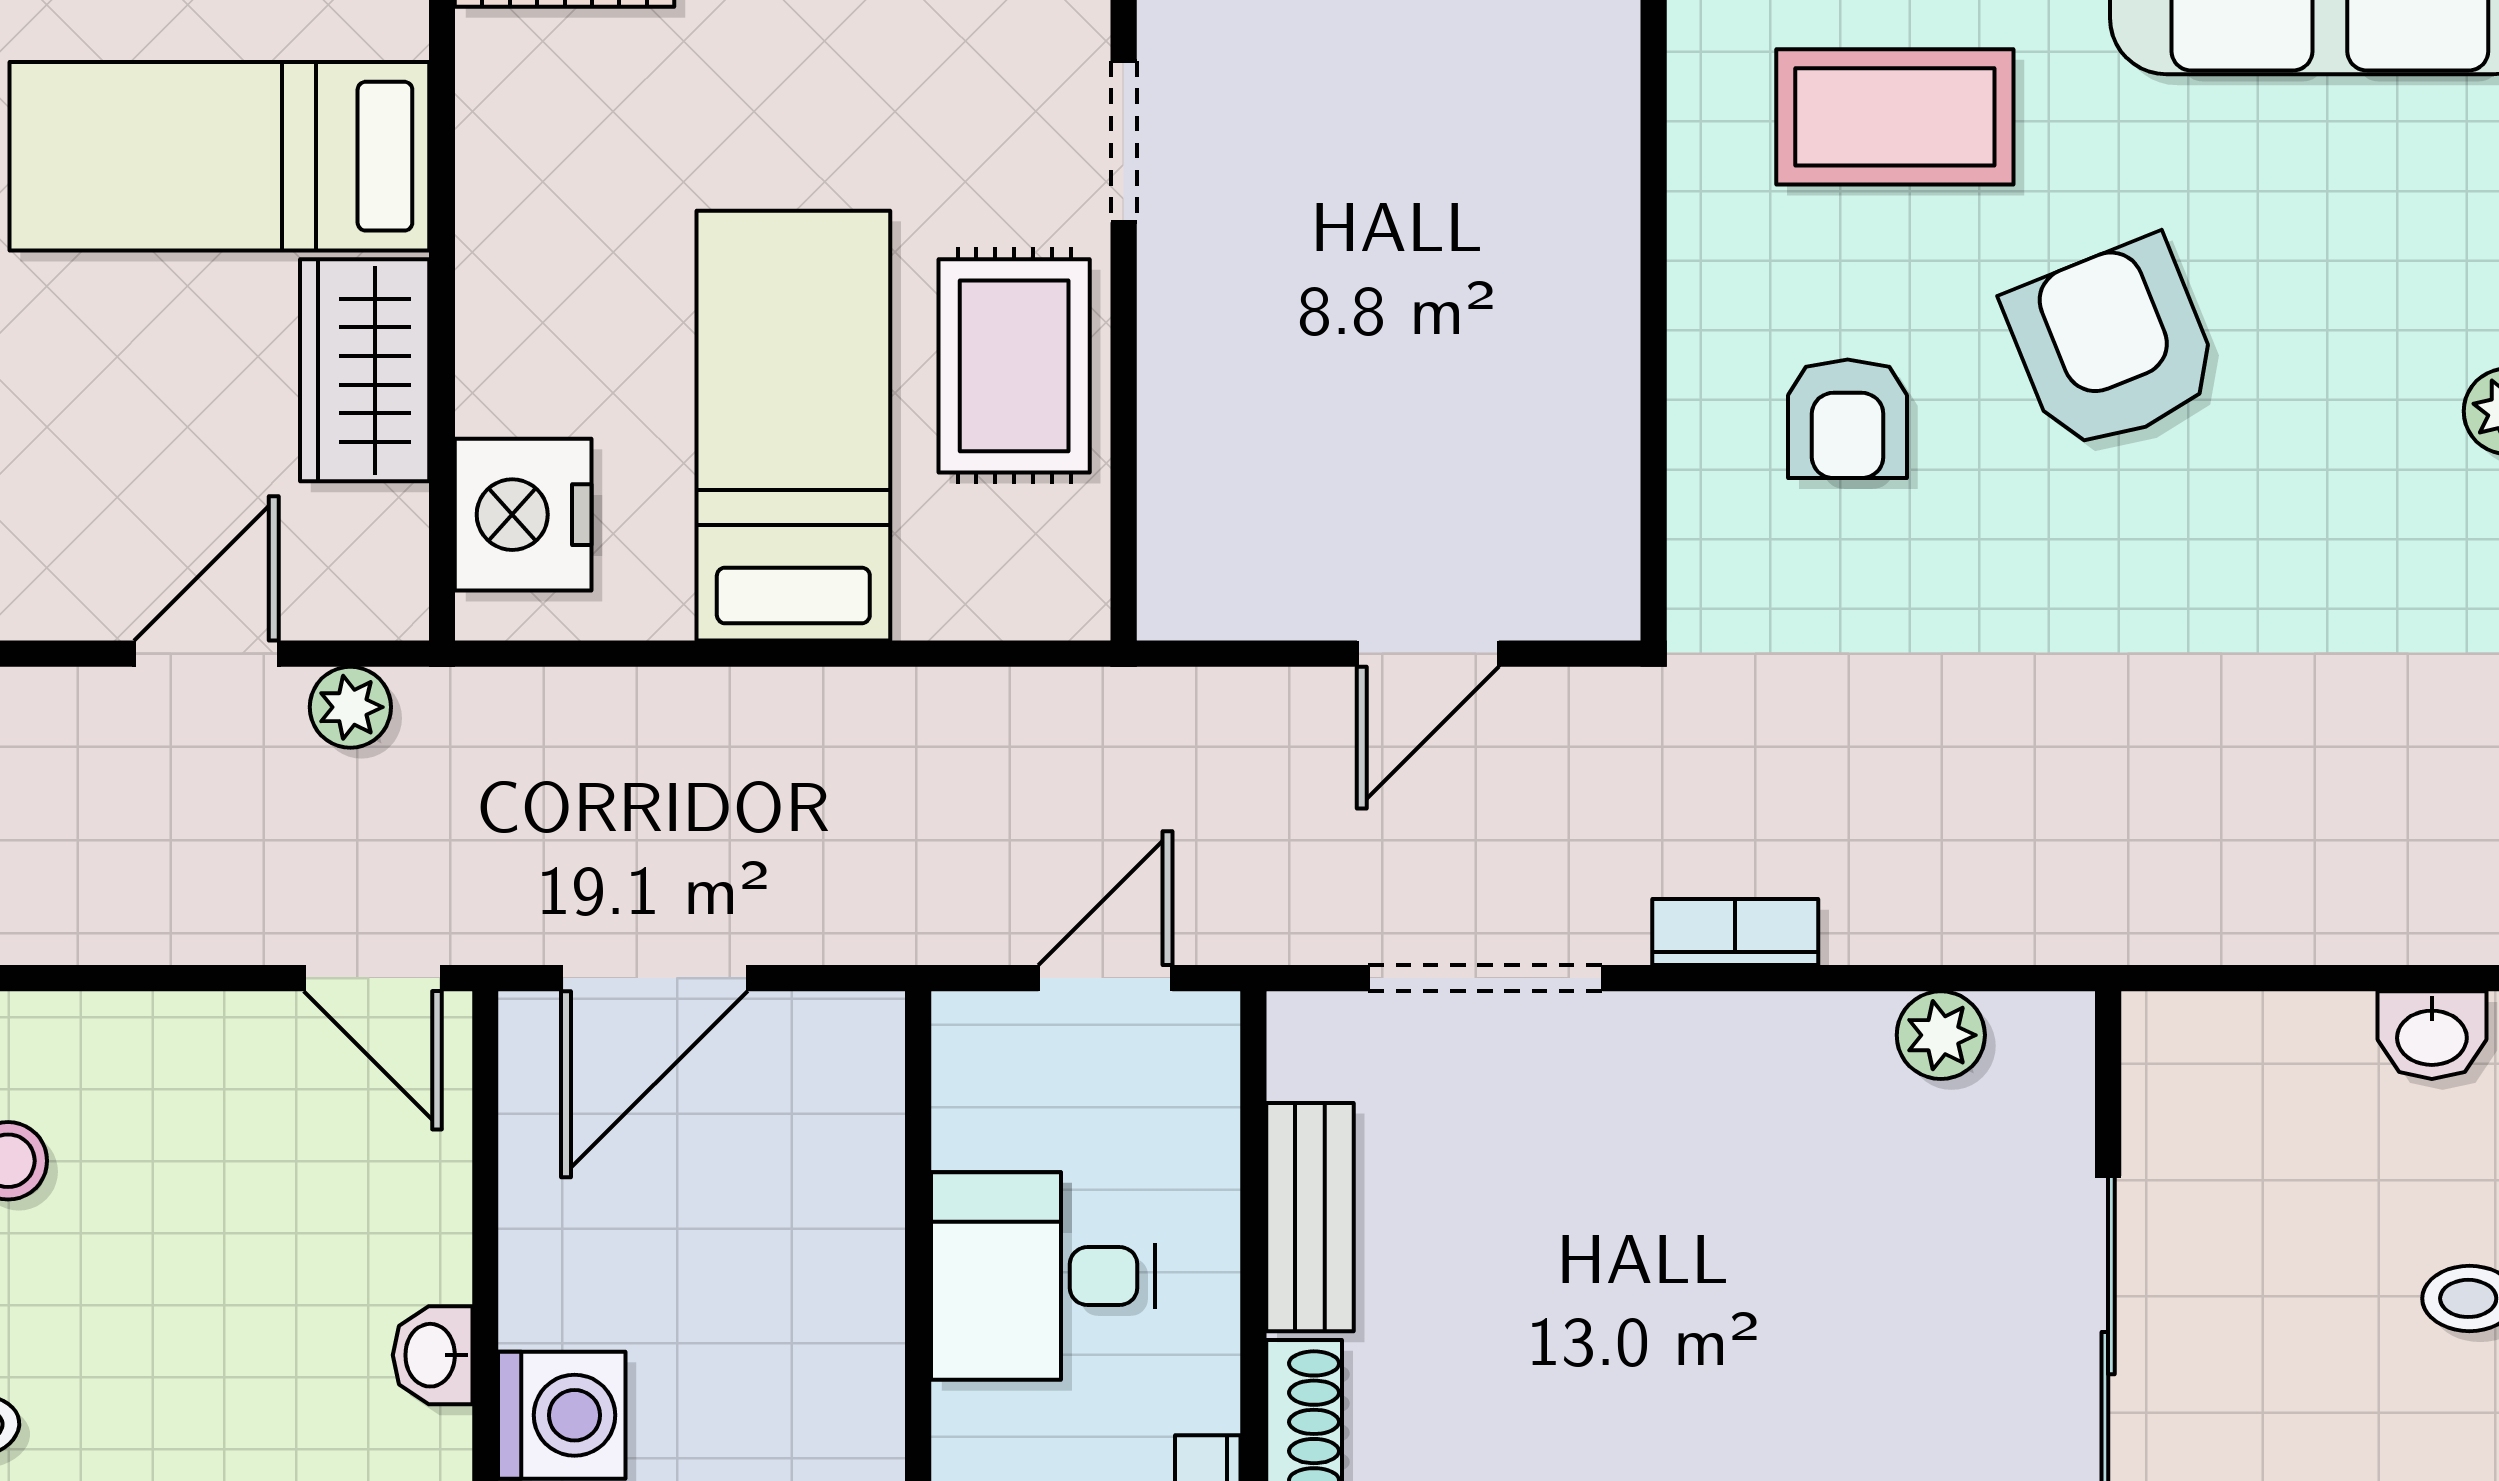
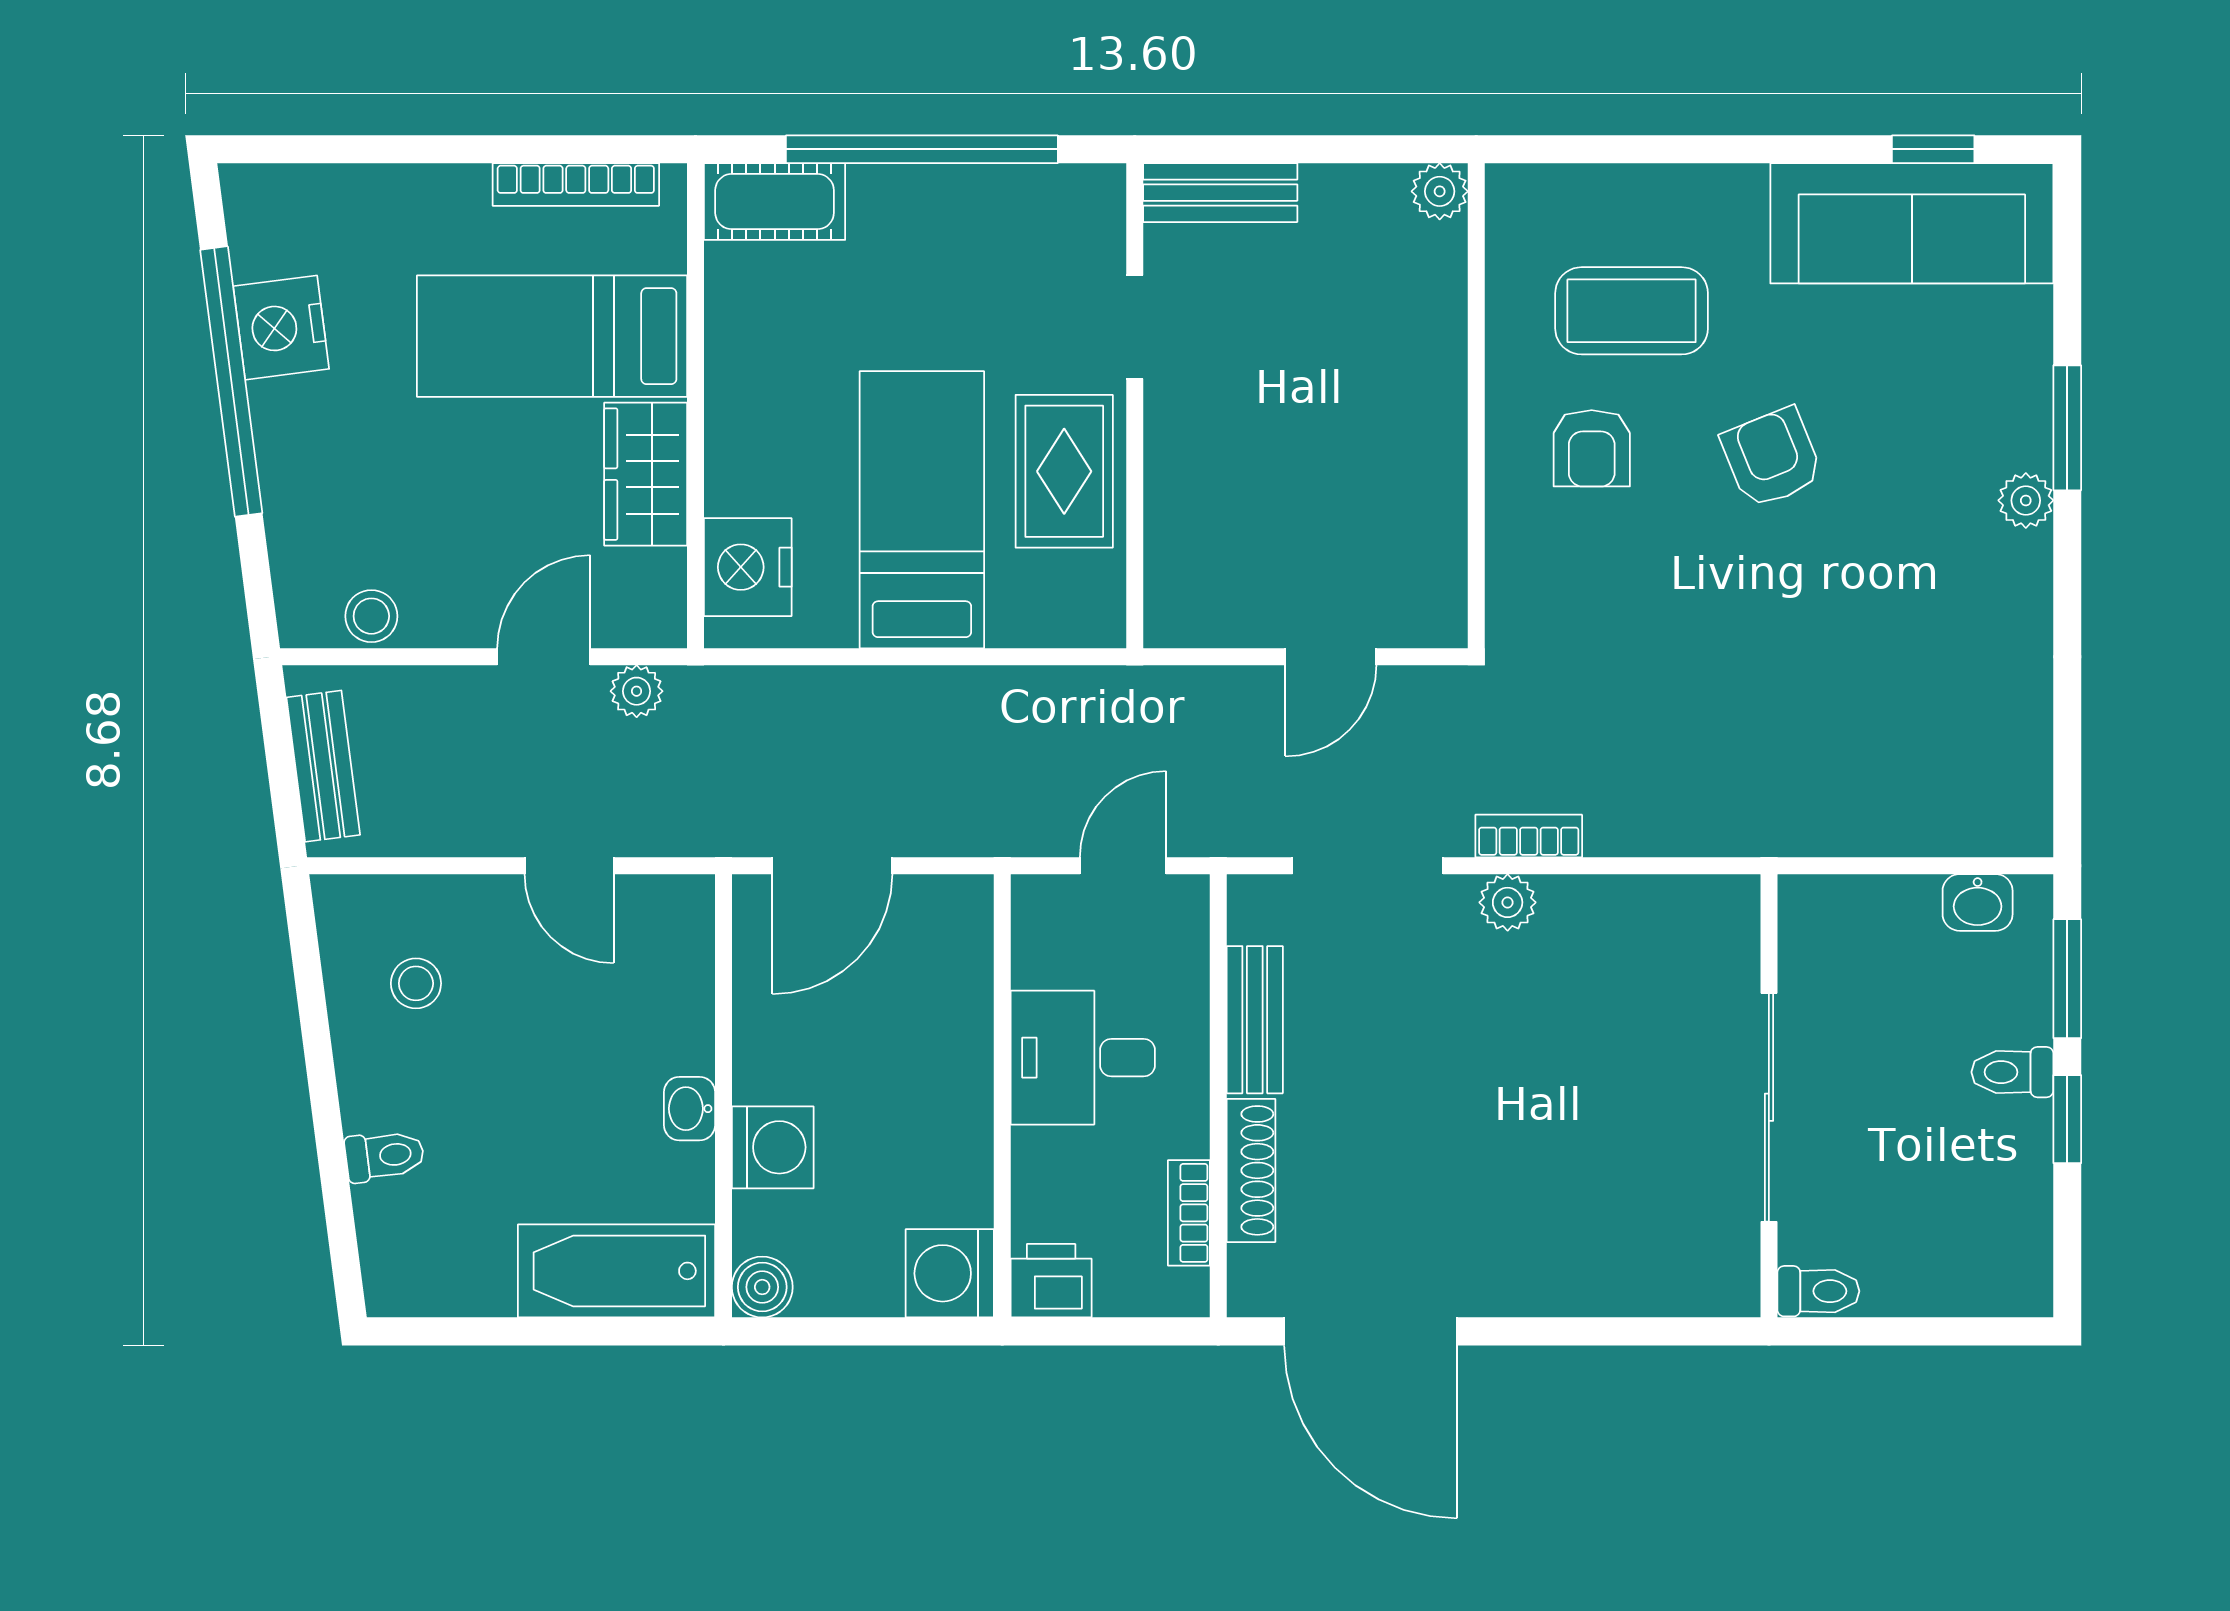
armchair: (2113, 345) -> (1772, 458), width x0.72, depth x0.72
armchair: (1848, 419) -> (1592, 448), moved
door: (373, 978) -> (569, 866), moved
plant: (1941, 1035) -> (1508, 902), moved

